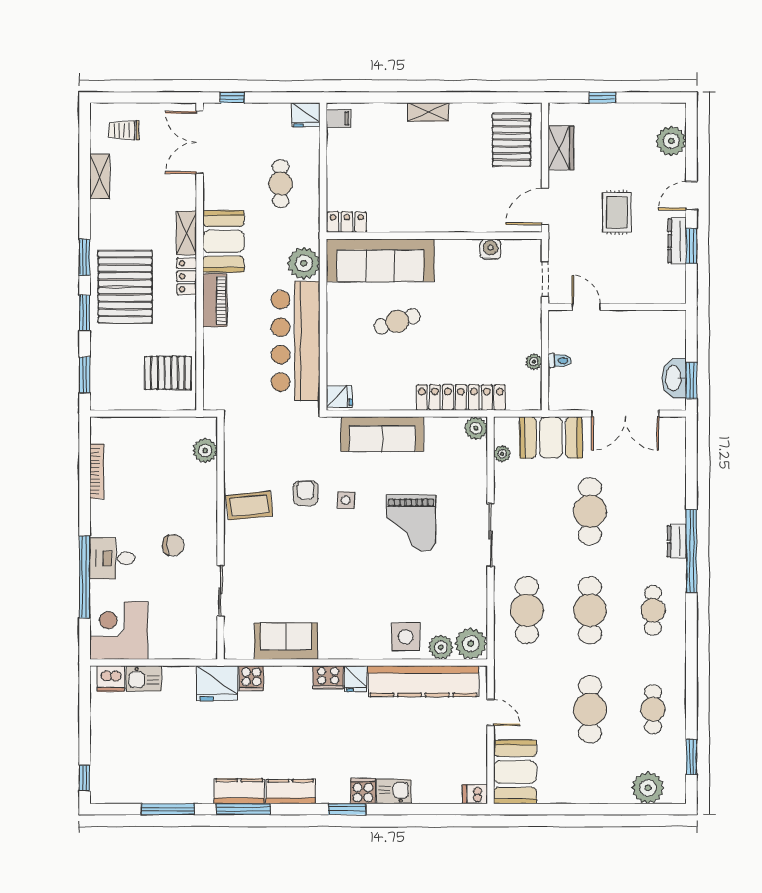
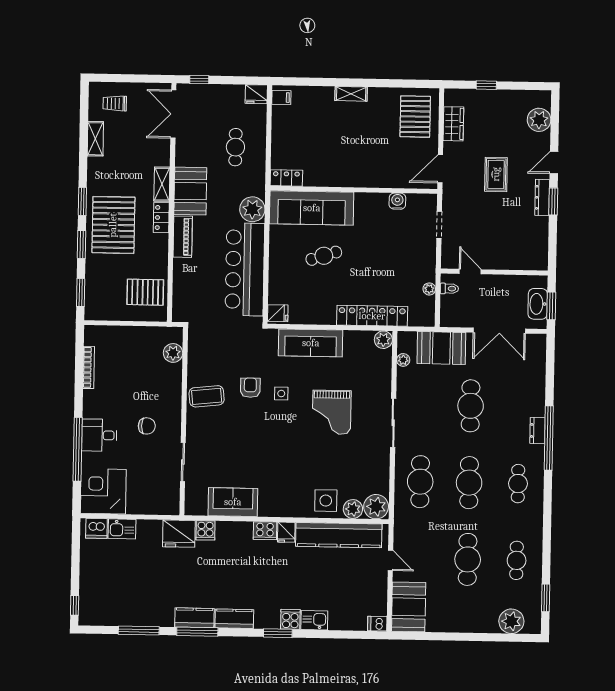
door: (586, 307) -> (470, 272), moved
wall: (617, 307) -> (494, 272), moved

